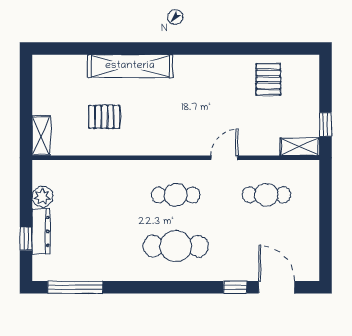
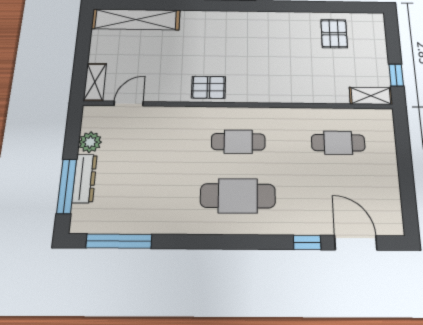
shelving: (130, 66) -> (136, 19), moved
pallet: (104, 117) -> (209, 87), moved
door: (224, 158) -> (129, 104), moved
window: (26, 239) -> (67, 186), width x2.17

